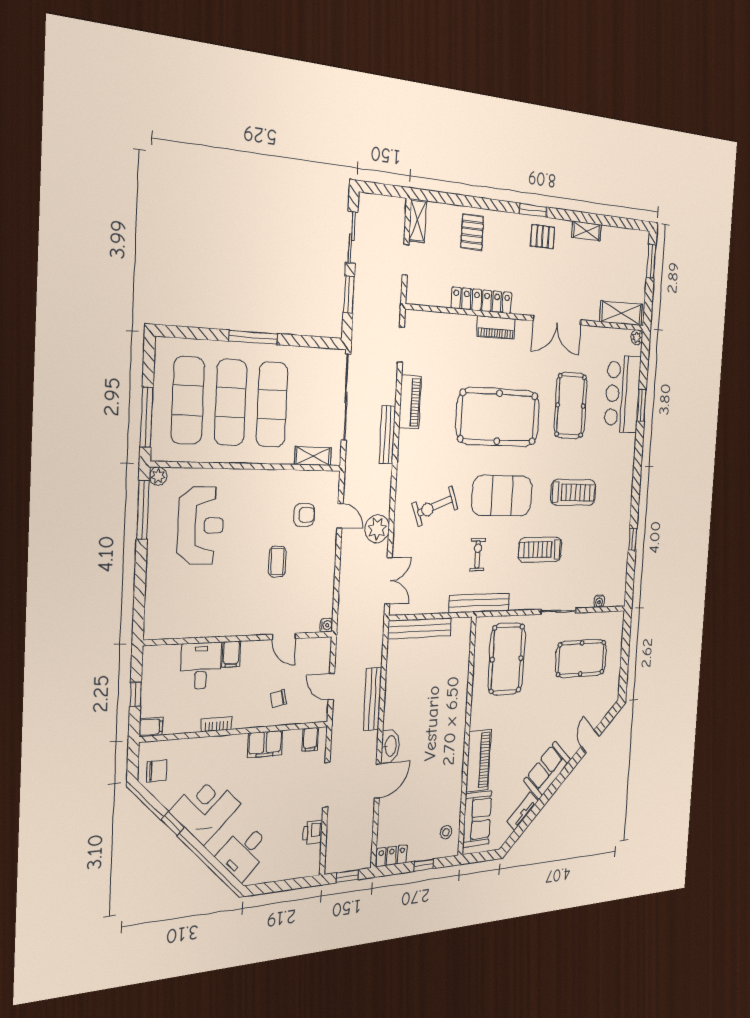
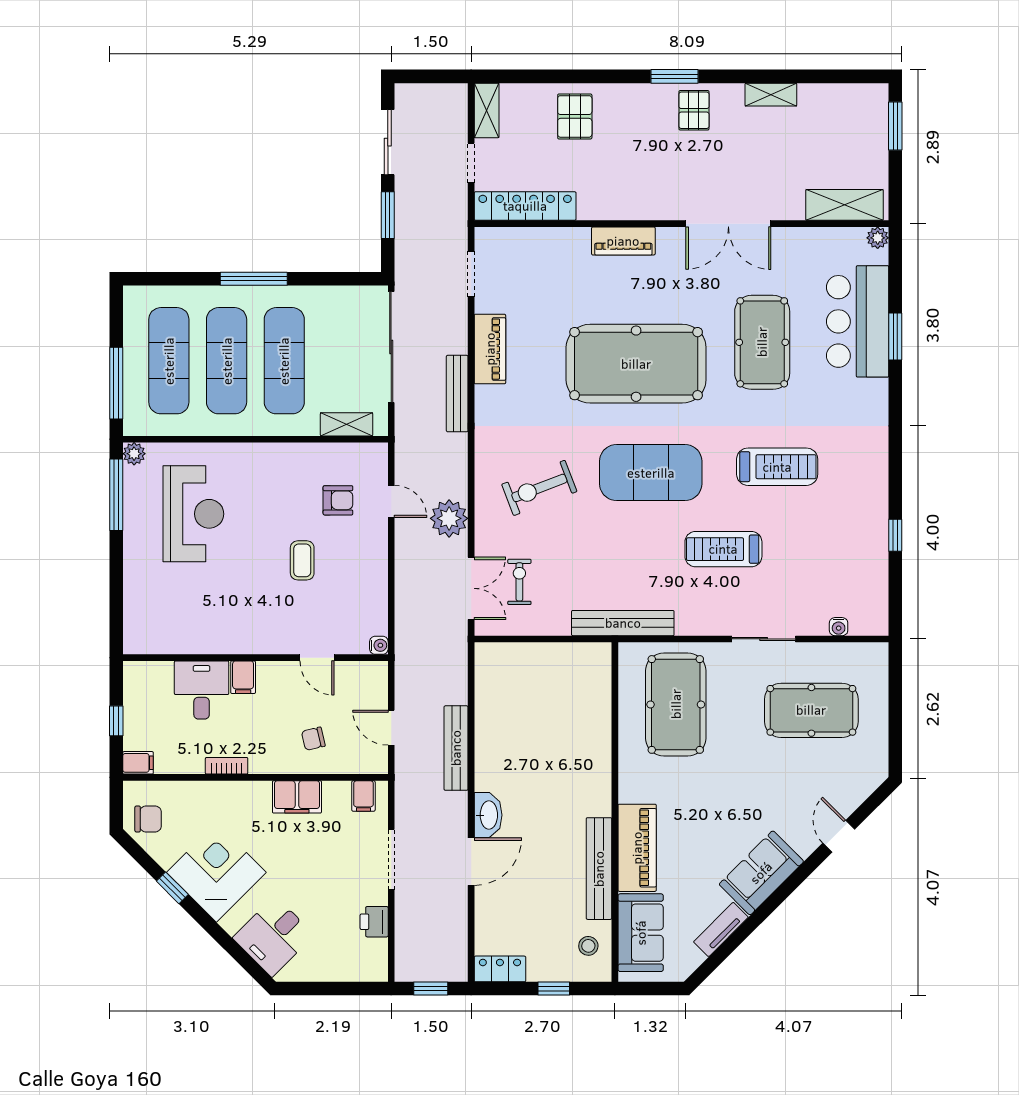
pallet: (543, 237) -> (694, 110), turned 90
locker: (482, 300) -> (525, 206), moved
exercise bike: (478, 554) -> (519, 582), moved
bench: (420, 628) -> (599, 869), moved, turned 90

